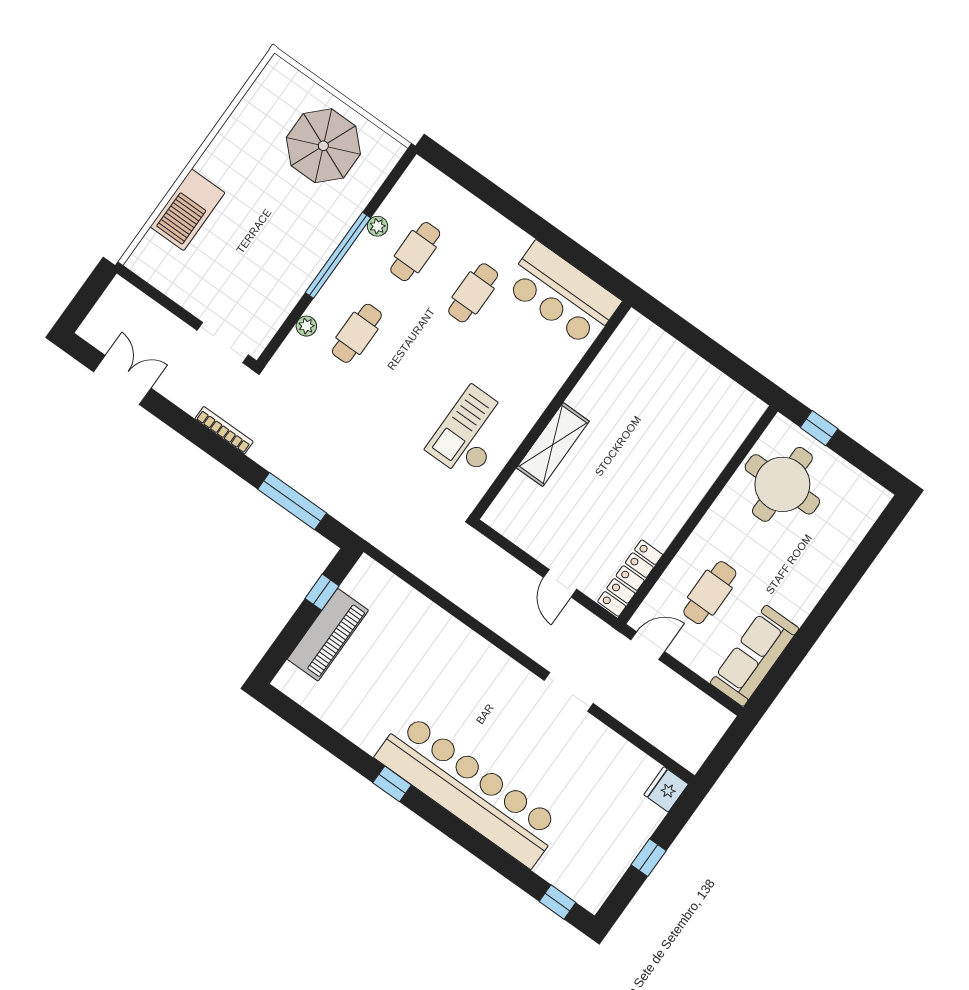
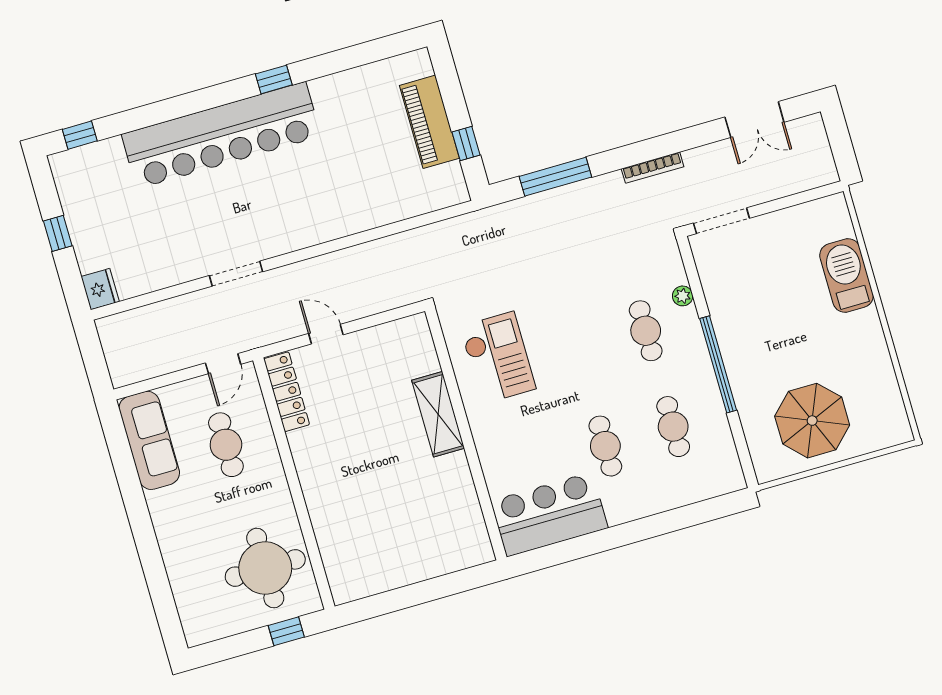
plant: (377, 226) -> (716, 413), removed

